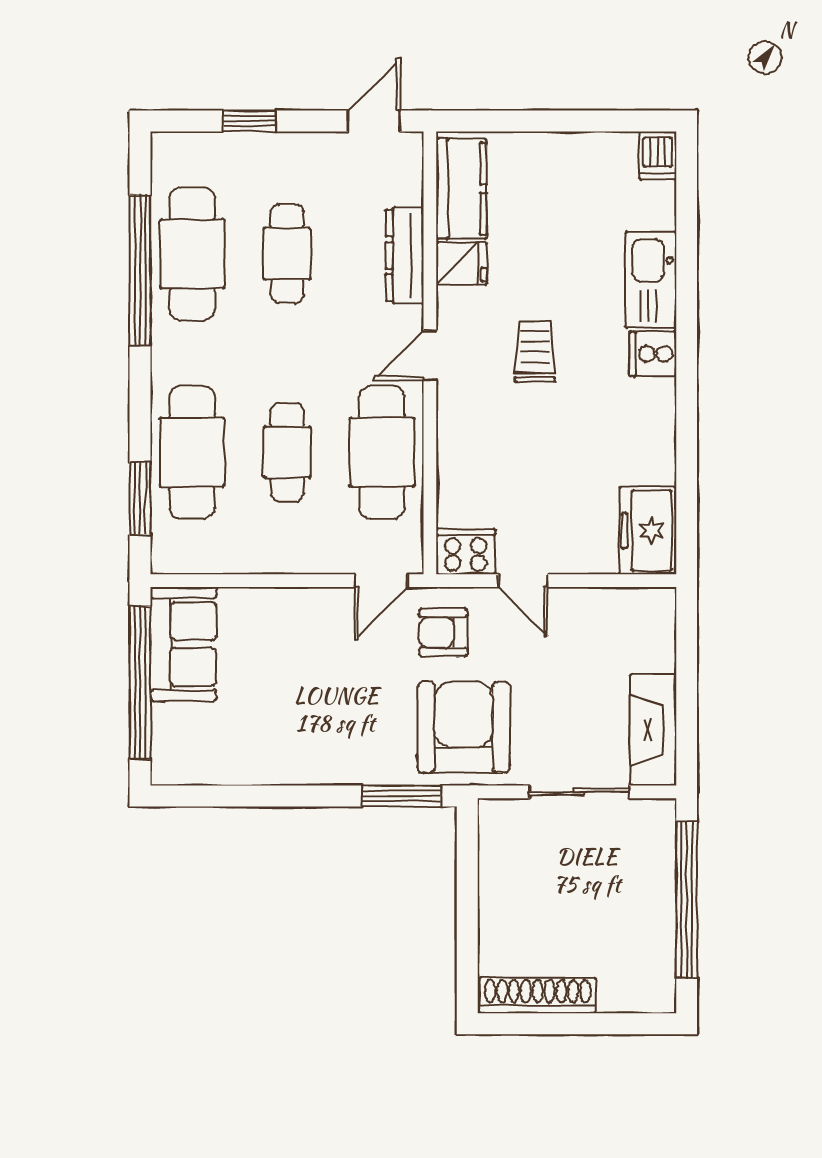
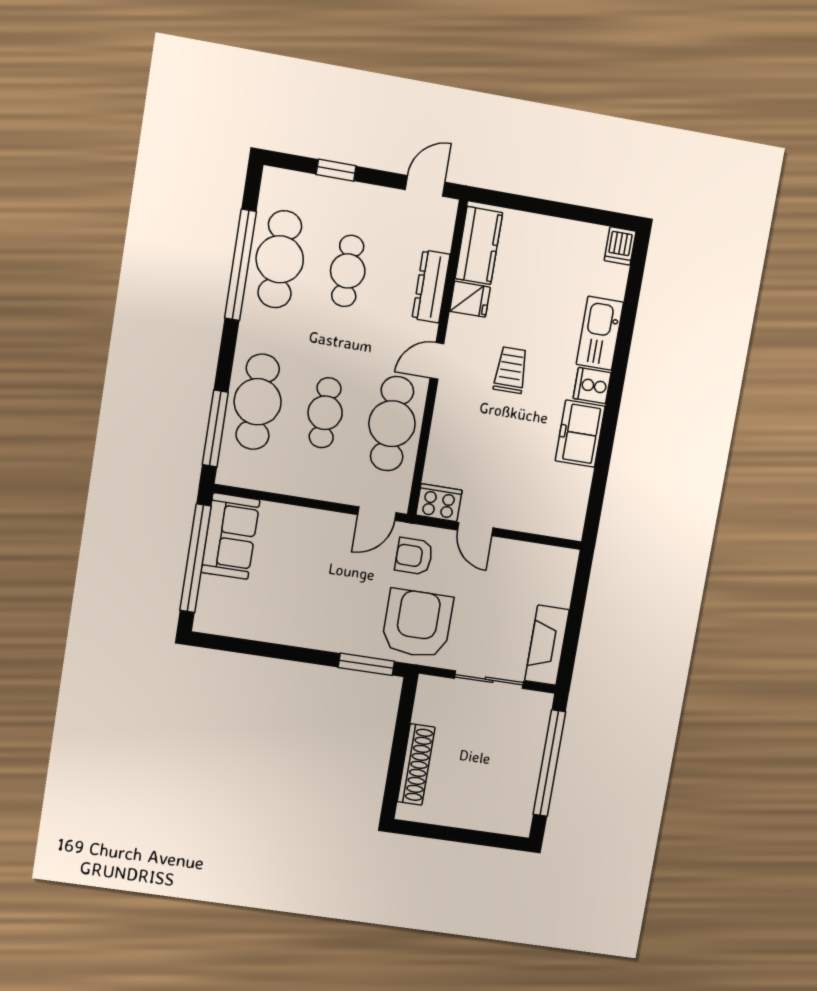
window: (140, 498) -> (215, 428), width x1.44
freezer: (648, 531) -> (580, 434), moved
shoe rack: (538, 995) -> (416, 764), moved, turned 90

